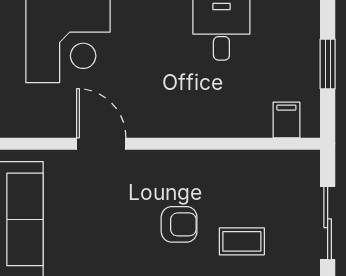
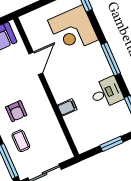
filing cabinet: (286, 120) -> (67, 107), moved

